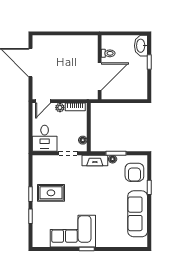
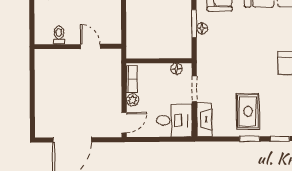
door: (100, 77) -> (90, 46), width x0.53
door: (43, 101) -> (124, 123), hinge flipped
fireplace: (95, 161) -> (204, 120), moved

